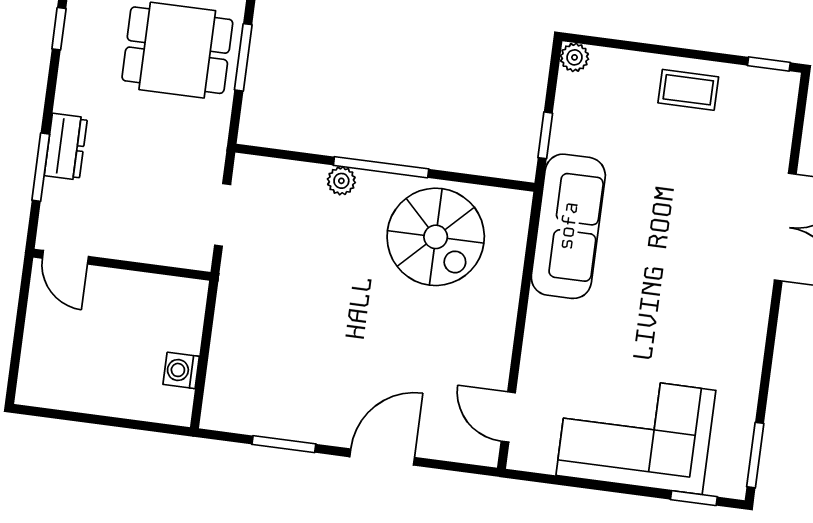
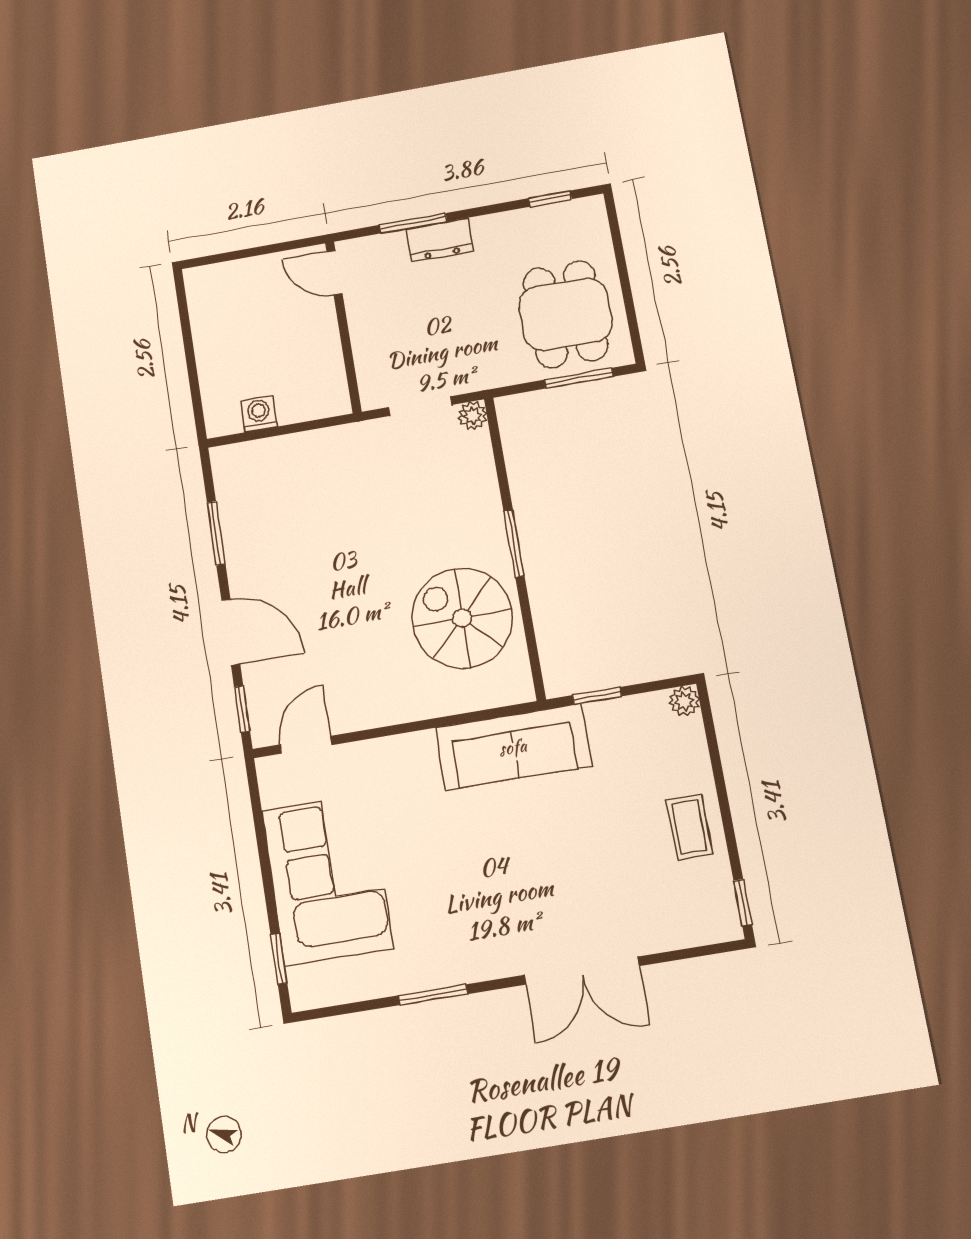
window: (381, 167) -> (514, 544), width x0.69
plant: (341, 181) -> (472, 416), moved
spiral stairs: (436, 237) -> (462, 618), turned 90
door: (65, 257) -> (335, 273), hinge flipped
window: (755, 455) -> (433, 995), moved
window: (457, 467) -> (242, 709), added

